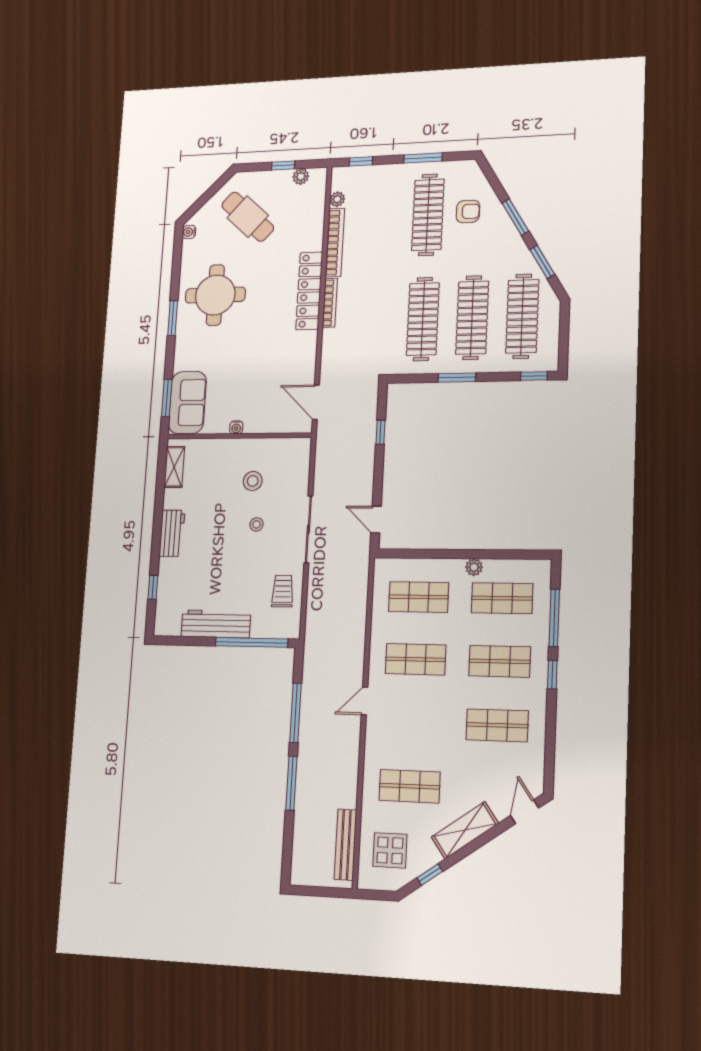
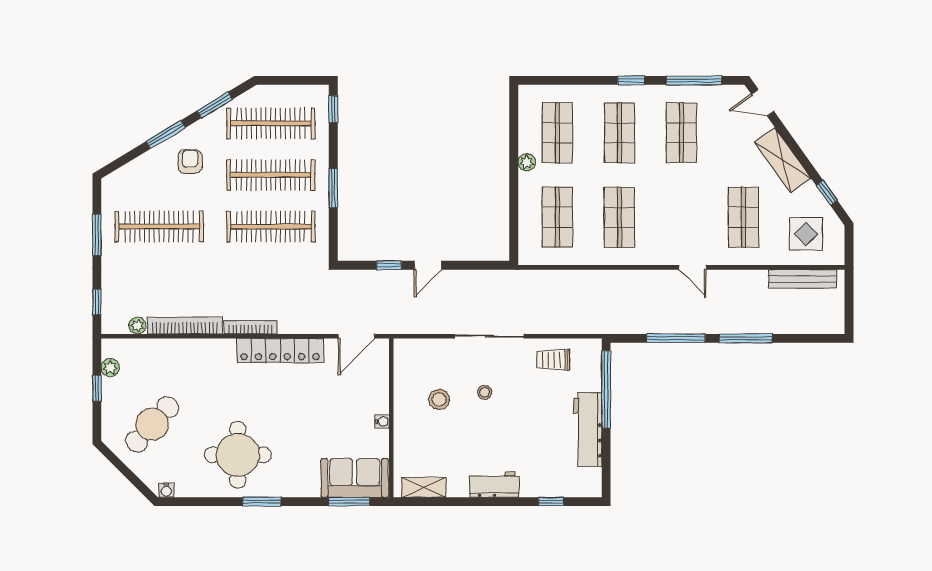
armchair: (468, 211) -> (190, 162), moved
locker: (309, 291) -> (280, 351), moved
door: (376, 520) -> (428, 265), moved
window: (554, 618) -> (694, 80), moved
door: (364, 701) -> (692, 267), moved

